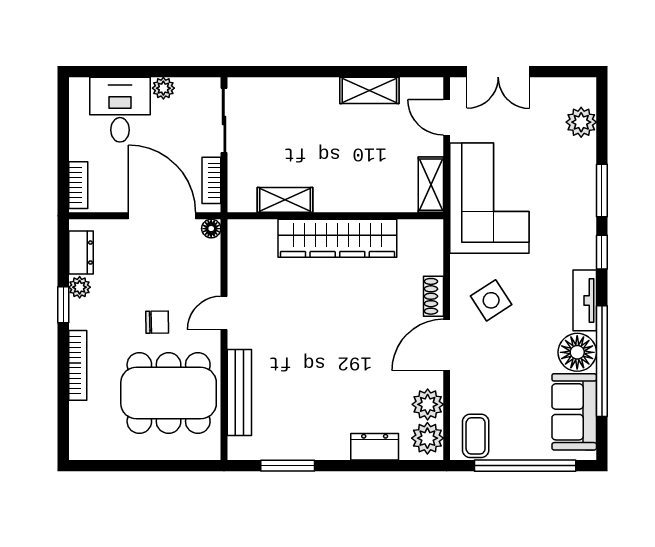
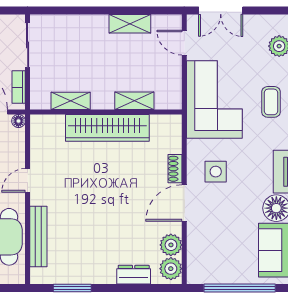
shelving: (431, 185) -> (134, 101), moved, turned 90
side table: (491, 300) -> (216, 172), turned 33
coffee table: (476, 436) -> (271, 102), moved

